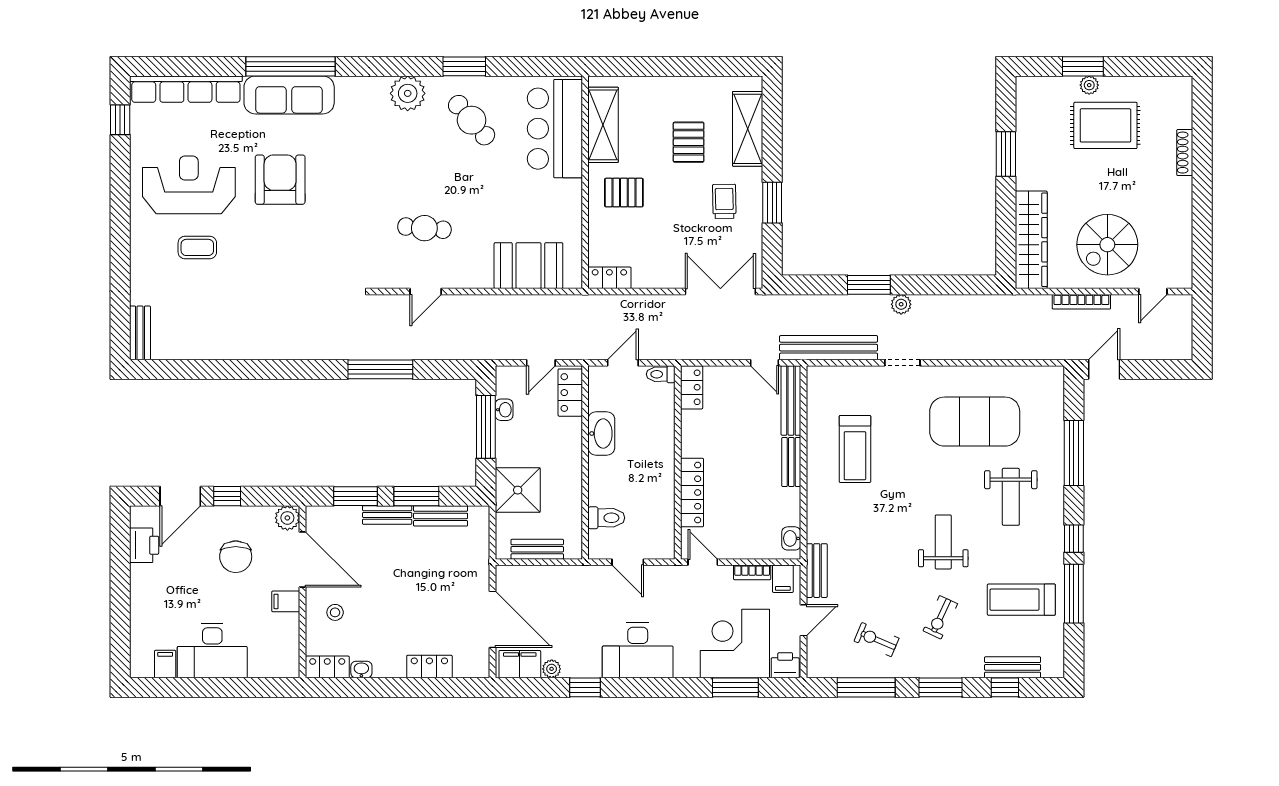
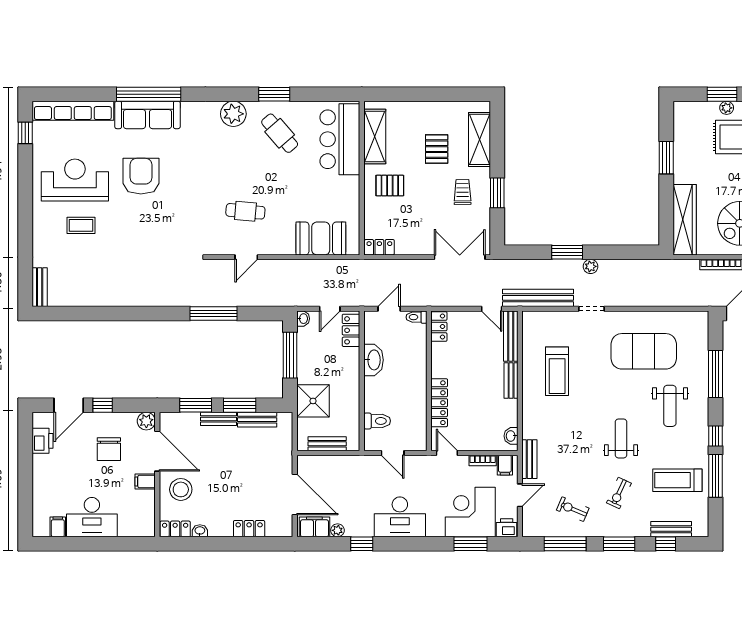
washbasin: (504, 410) -> (303, 319), moved
stool: (335, 612) -> (181, 489), width x1.89, depth x1.89

